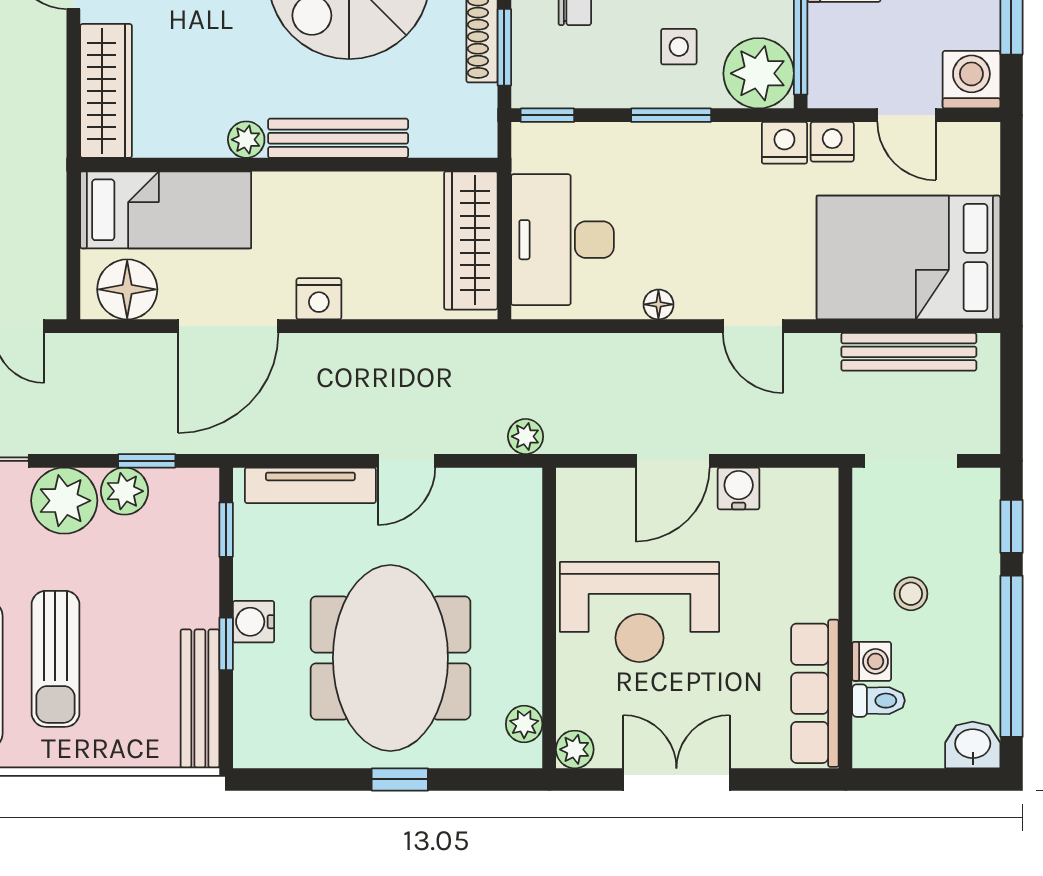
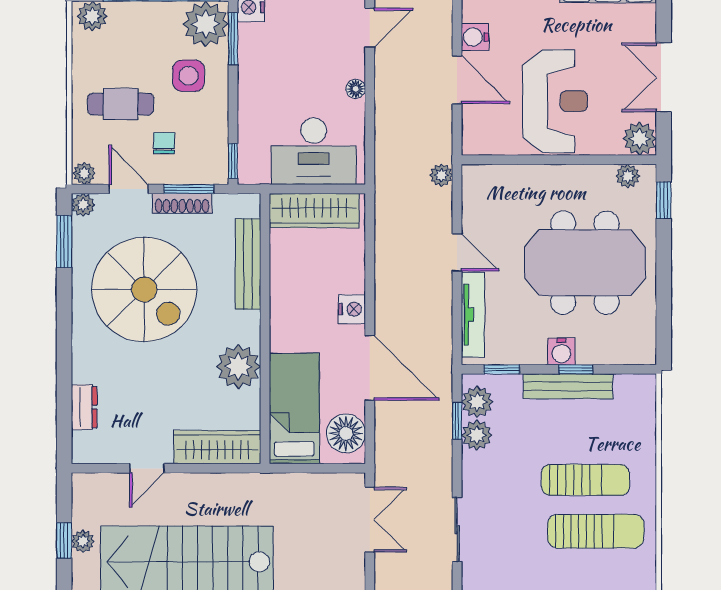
side table: (679, 47) -> (189, 76), width x1.37, depth x1.37
window: (671, 115) -> (233, 39), moved
bench: (338, 138) -> (248, 264), moved
plant: (246, 140) -> (238, 367), width x1.87, depth x1.87
plant: (64, 501) -> (477, 402), moved, width x0.73, depth x0.73
bench: (200, 699) -> (568, 386), moved
plant: (575, 749) -> (640, 139), width x1.38, depth x1.38
window: (400, 779) -> (664, 200), moved

